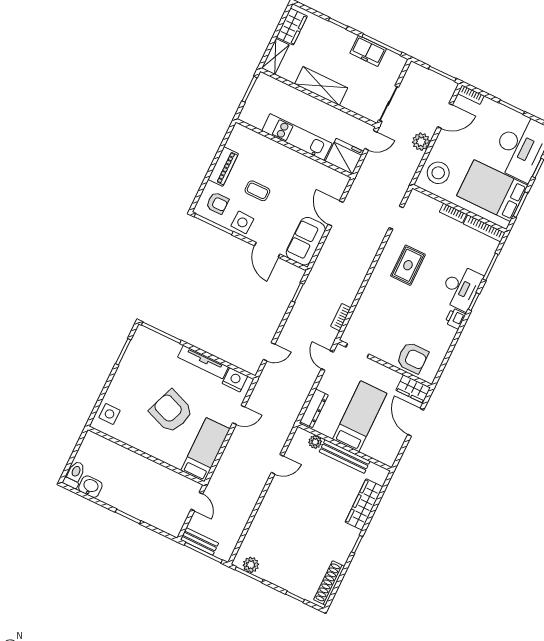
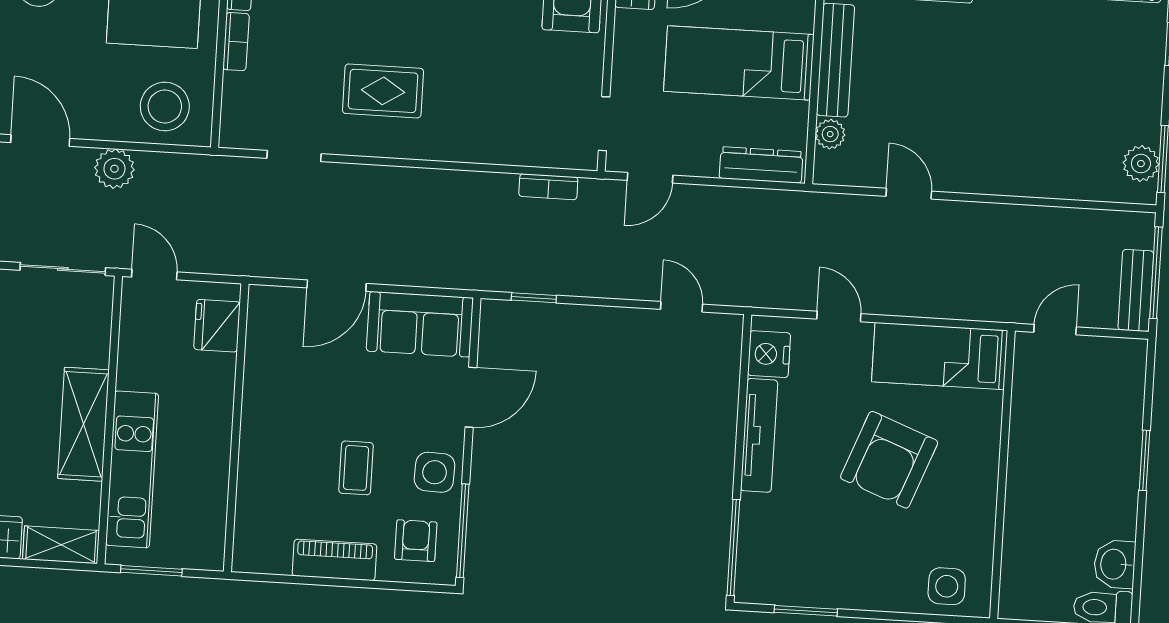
kitchen unit: (297, 137) -> (132, 469), moved, turned 180
fridge: (344, 156) -> (217, 326), width x0.73, depth x0.75

